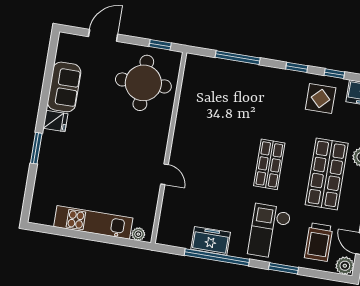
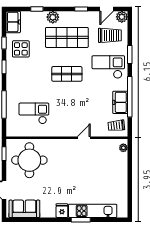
sofa: (64, 87) -> (24, 209), moved
checkout: (216, 102) -> (34, 113), added
kitchen unit: (93, 222) -> (93, 211), moved, turned 90
trolley: (175, 229) -> (116, 126), added
checkout: (269, 231) -> (108, 67), turned 180

